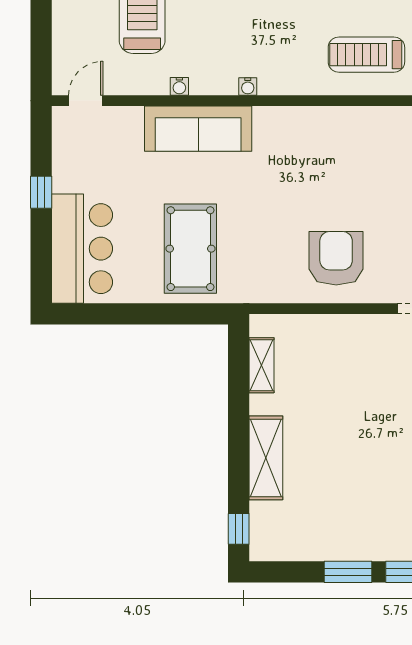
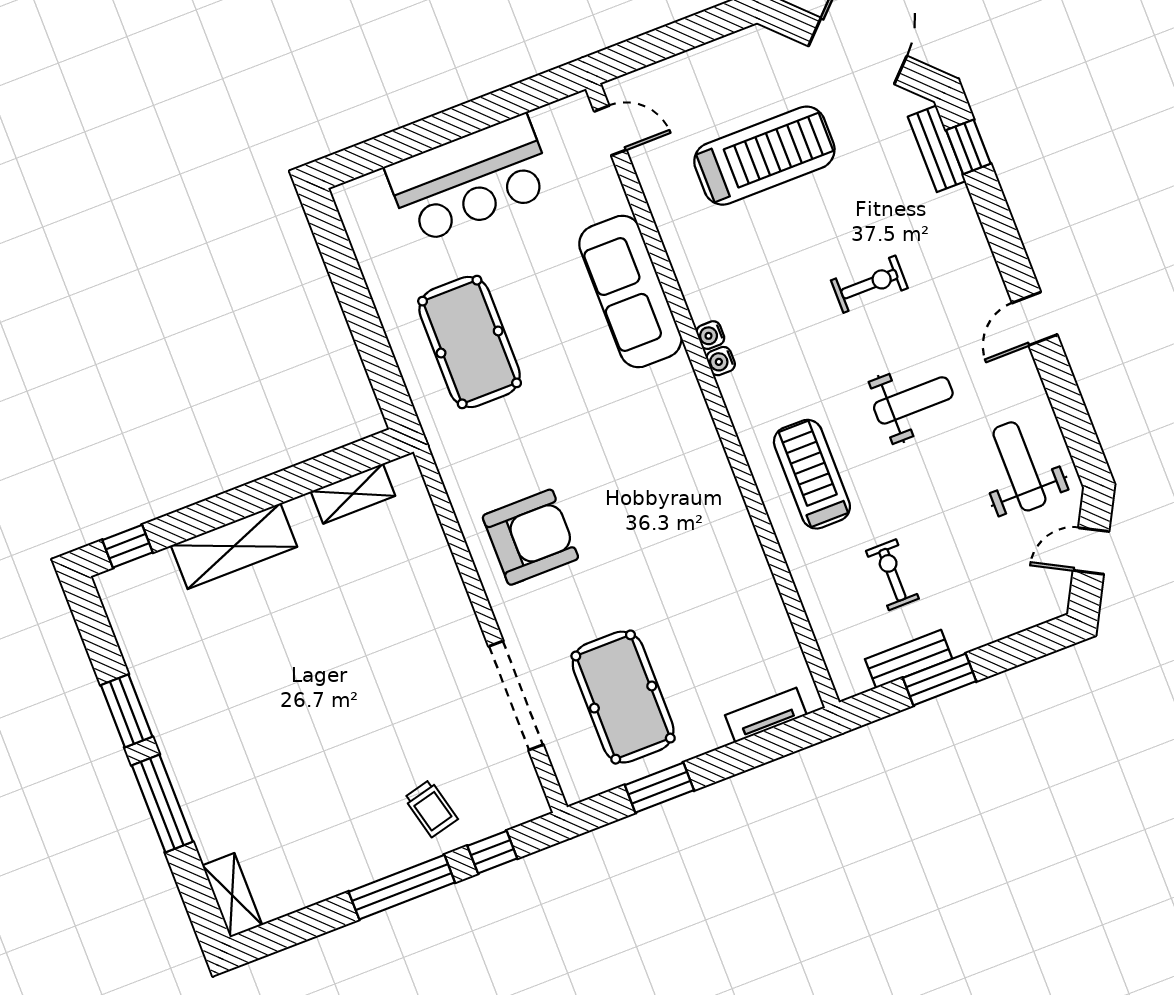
water cooler: (179, 86) -> (721, 361), moved
window: (41, 192) -> (468, 118), removed
bar counter: (82, 249) -> (470, 179), moved
pool table: (190, 249) -> (470, 342), turned 90

